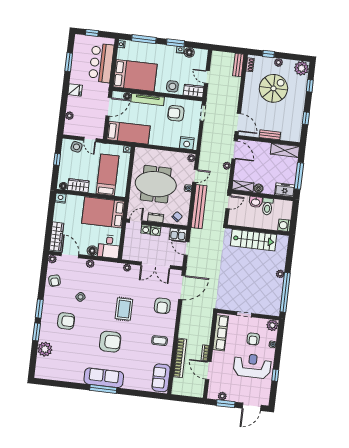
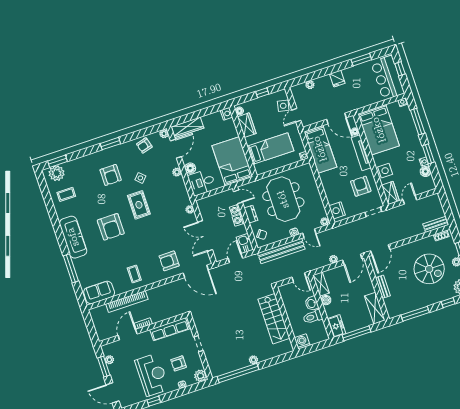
bar counter: (101, 63) -> (388, 78), moved, turned -90
window: (306, 118) -> (415, 314), width x2.17
rug: (124, 309) -> (139, 205), moved, turned 90
window: (37, 332) -> (58, 161), moved
plant: (45, 349) -> (57, 173), moved
coffee table: (65, 366) -> (66, 194), added
window: (103, 389) -> (71, 268), moved

